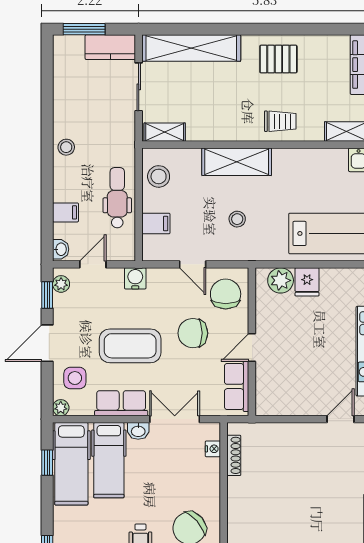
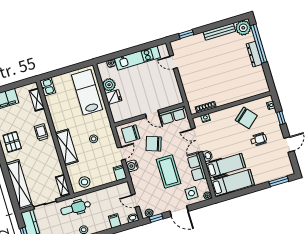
dental chair: (117, 198) -> (76, 208), moved
filing cabinet: (156, 223) -> (120, 173), moved
water cooler: (135, 278) -> (132, 166), moved
plant: (281, 280) -> (109, 85), moved
chair: (193, 333) -> (154, 144), turned 109
window: (47, 463) -> (235, 194), removed

